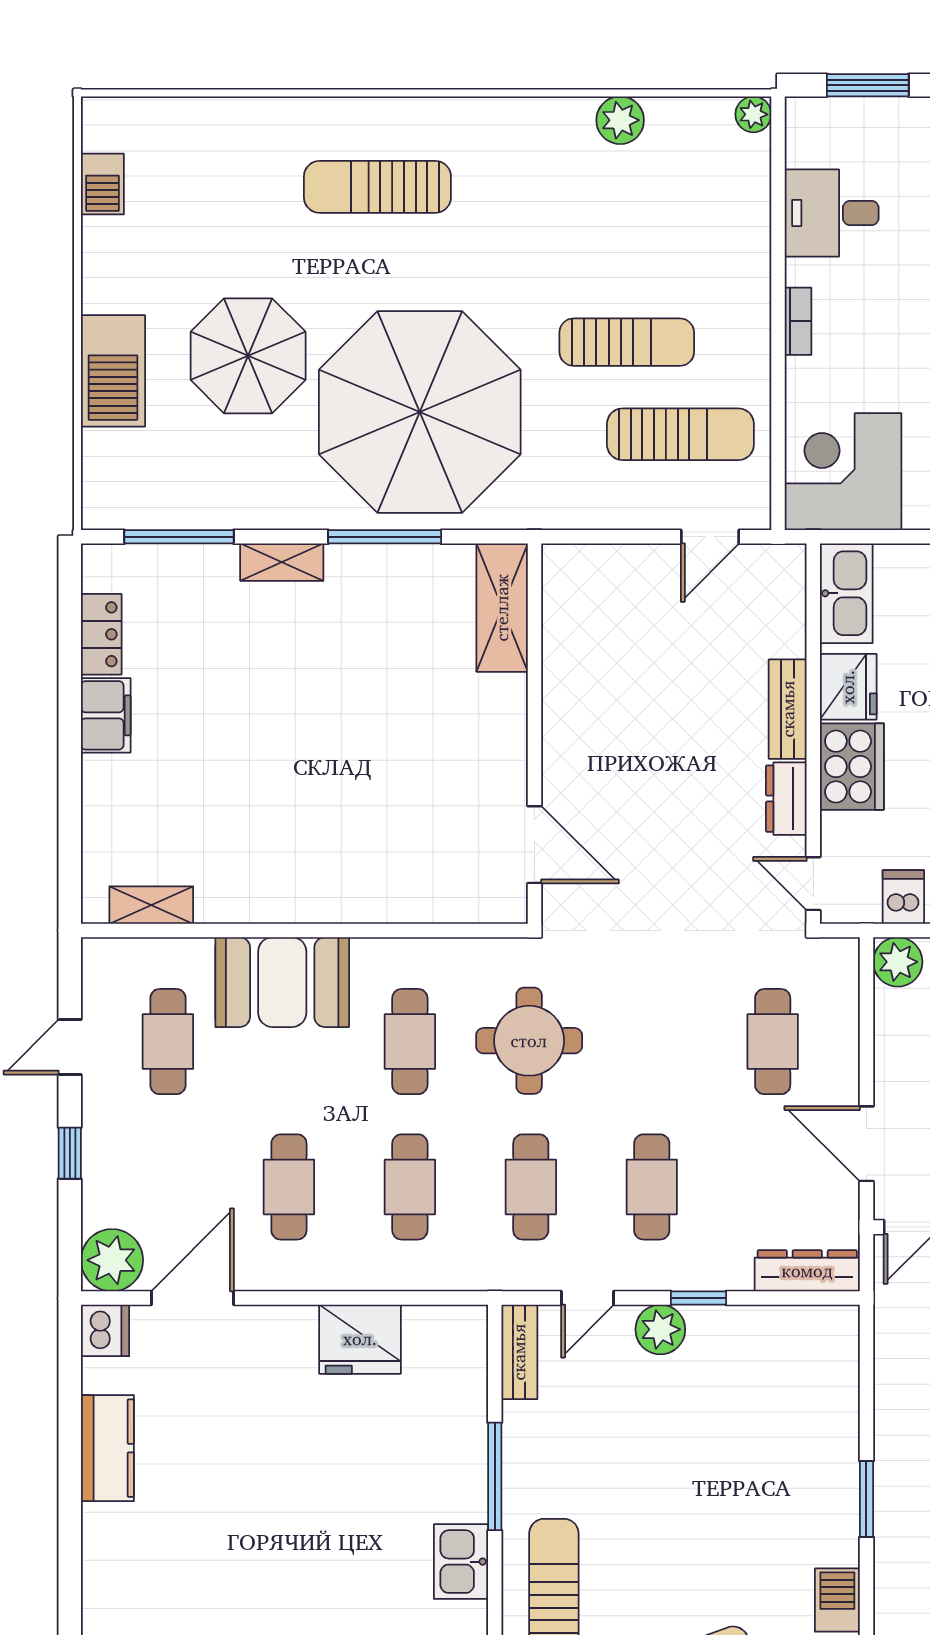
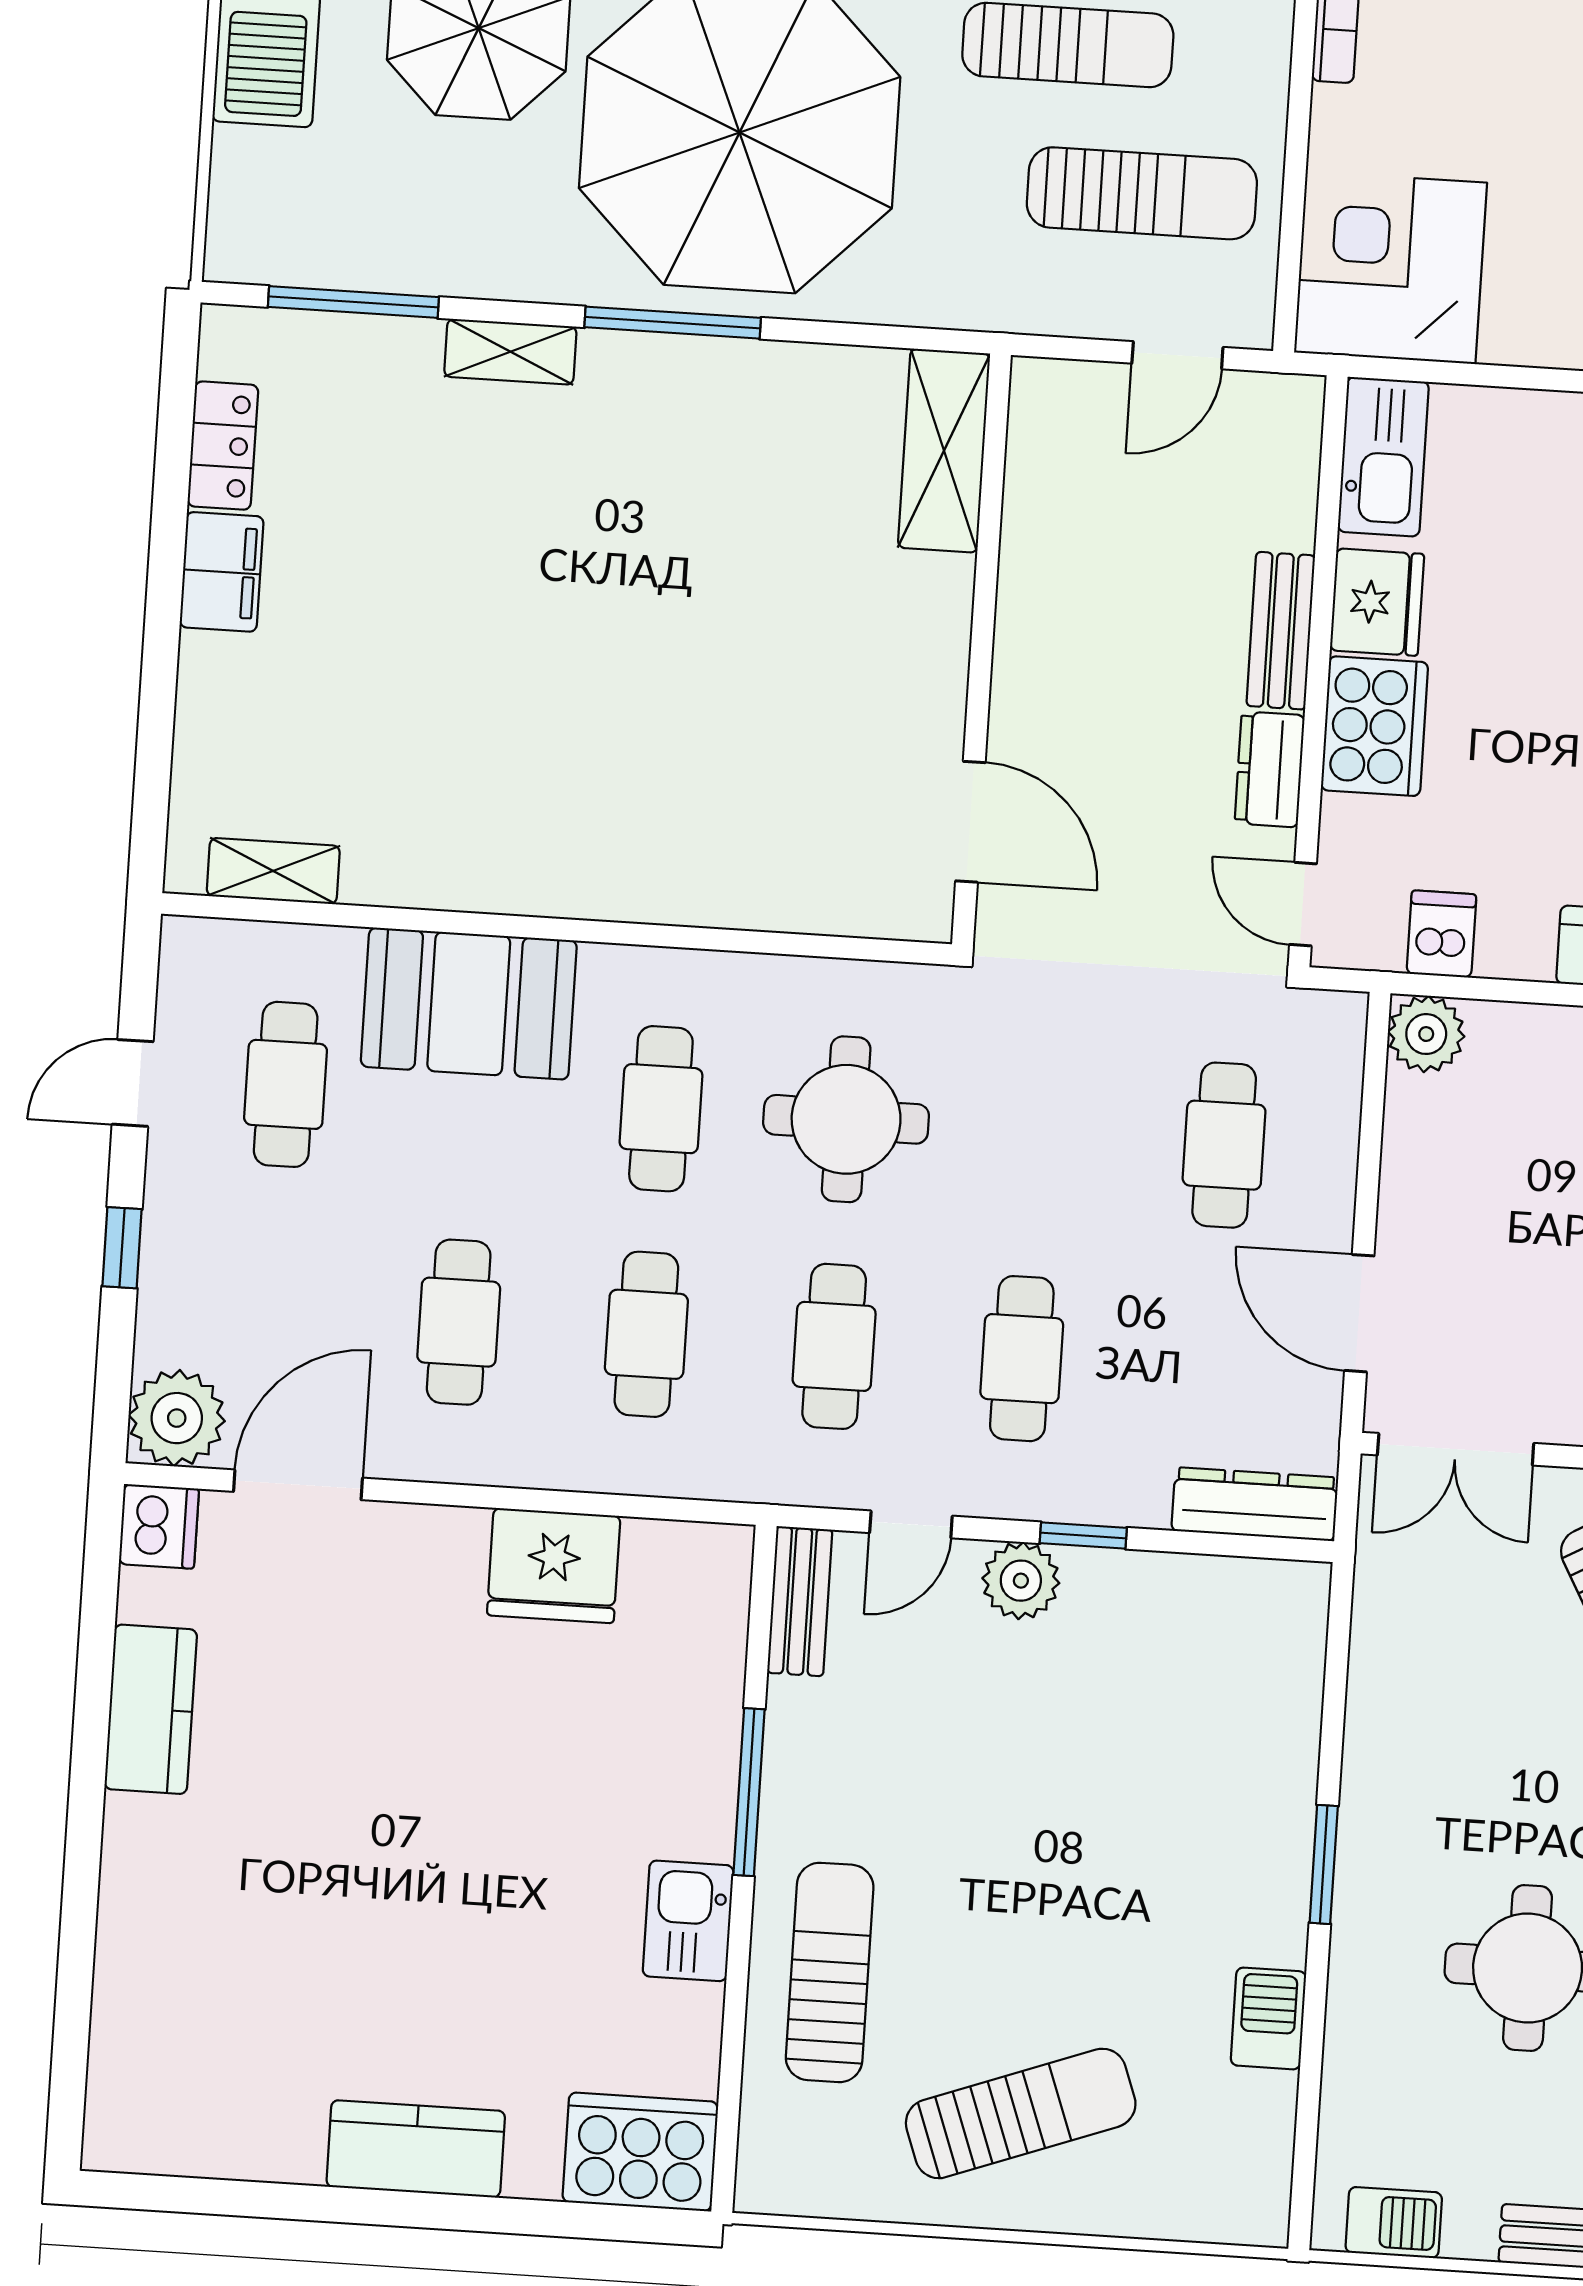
shelving: (502, 608) -> (944, 451), moved
wall: (534, 734) -> (981, 650), moved
door: (534, 845) -> (970, 822), moved

